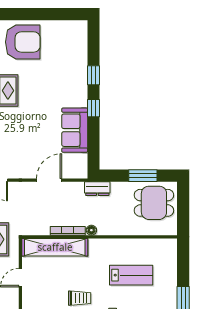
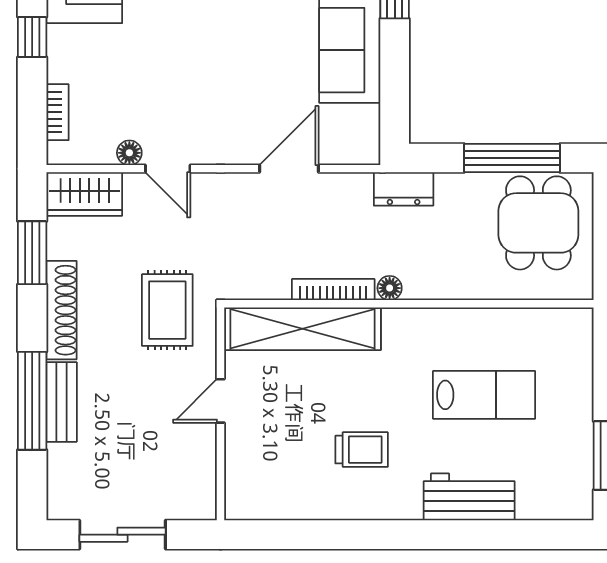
window: (143, 176) -> (512, 158), width x1.44
dining table: (154, 203) -> (538, 223), turned 90

